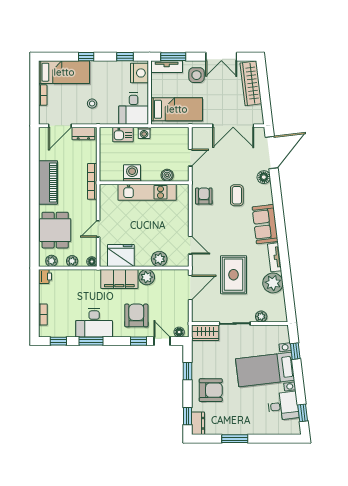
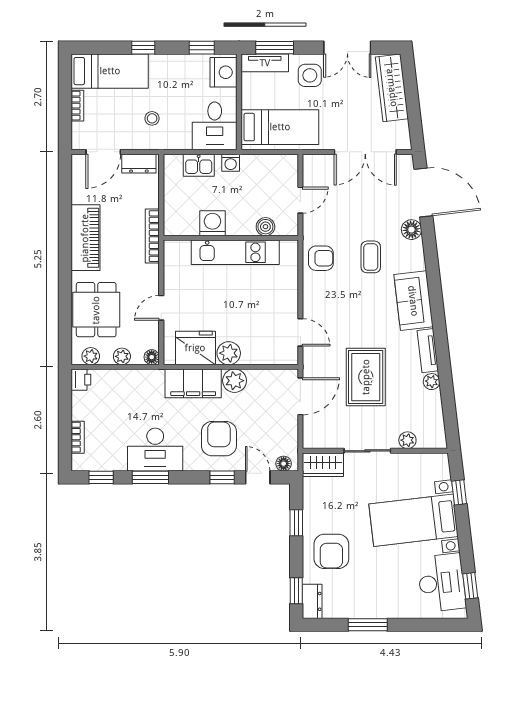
door: (272, 153) -> (423, 193), hinge flipped
armchair: (204, 196) -> (321, 258), turned 90
plant: (159, 259) -> (229, 353), moved
plant: (273, 283) -> (431, 382), width x0.53, depth x0.53
armchair: (211, 390) -> (331, 551), turned 90
desk: (283, 406) -> (442, 583), width x1.37

